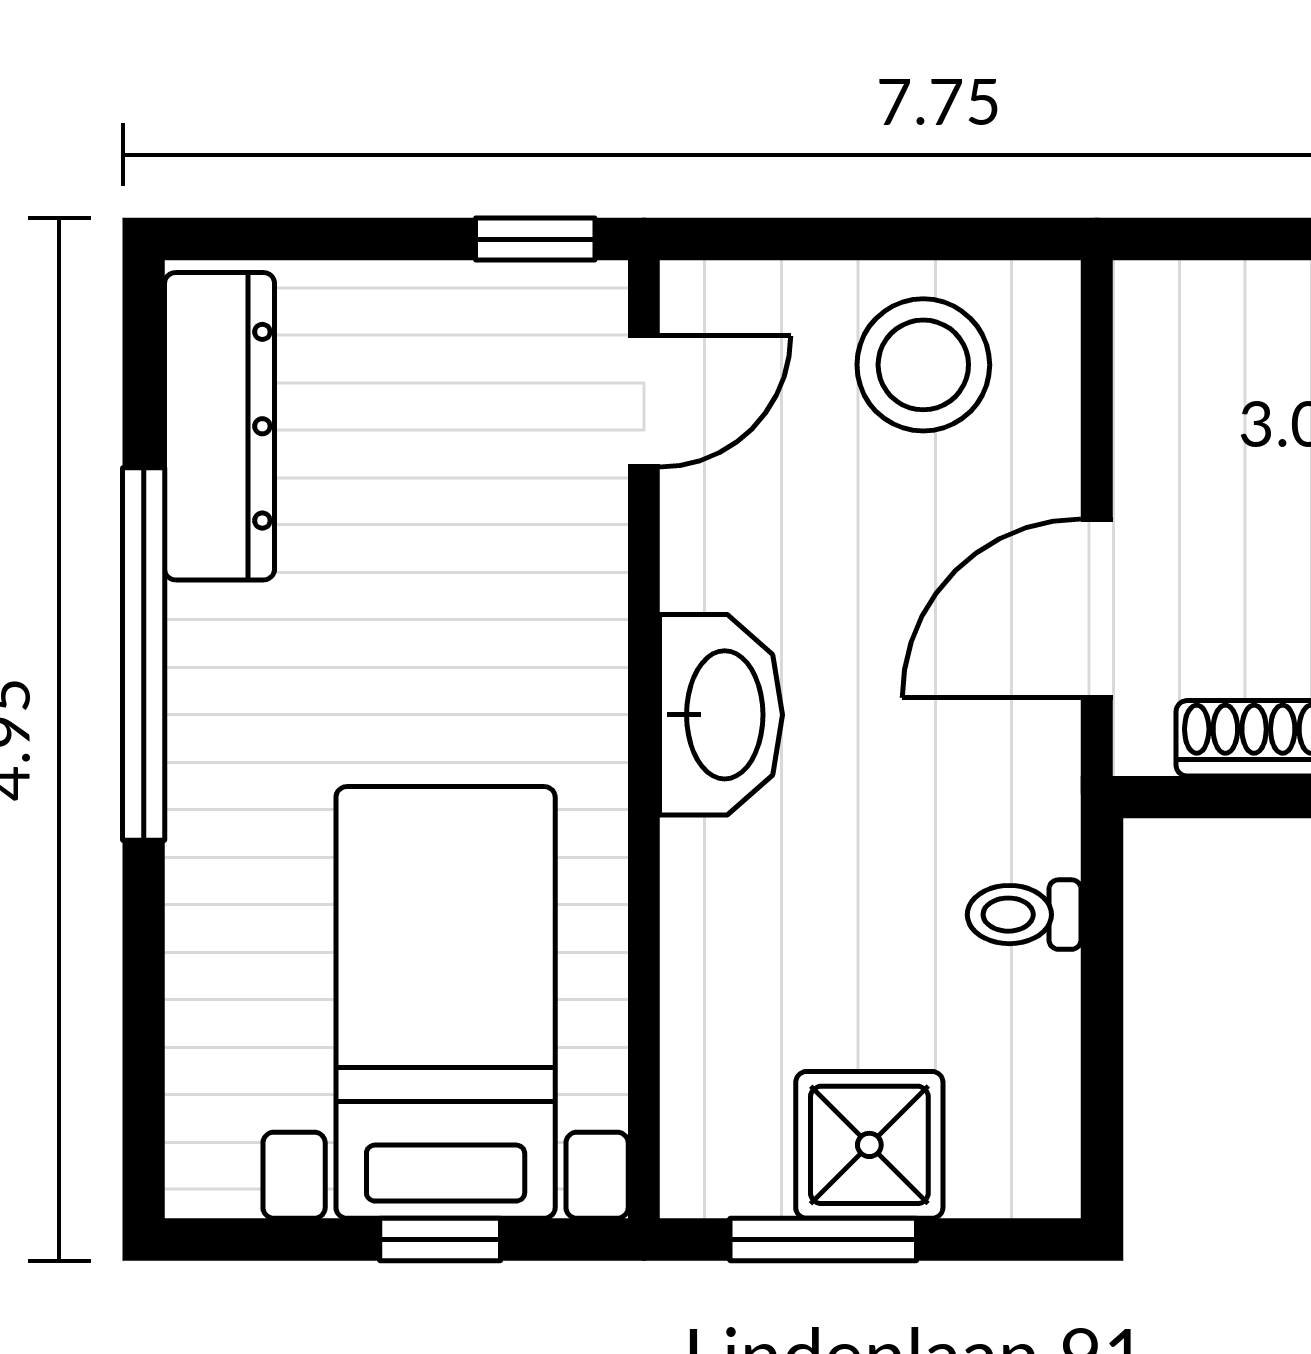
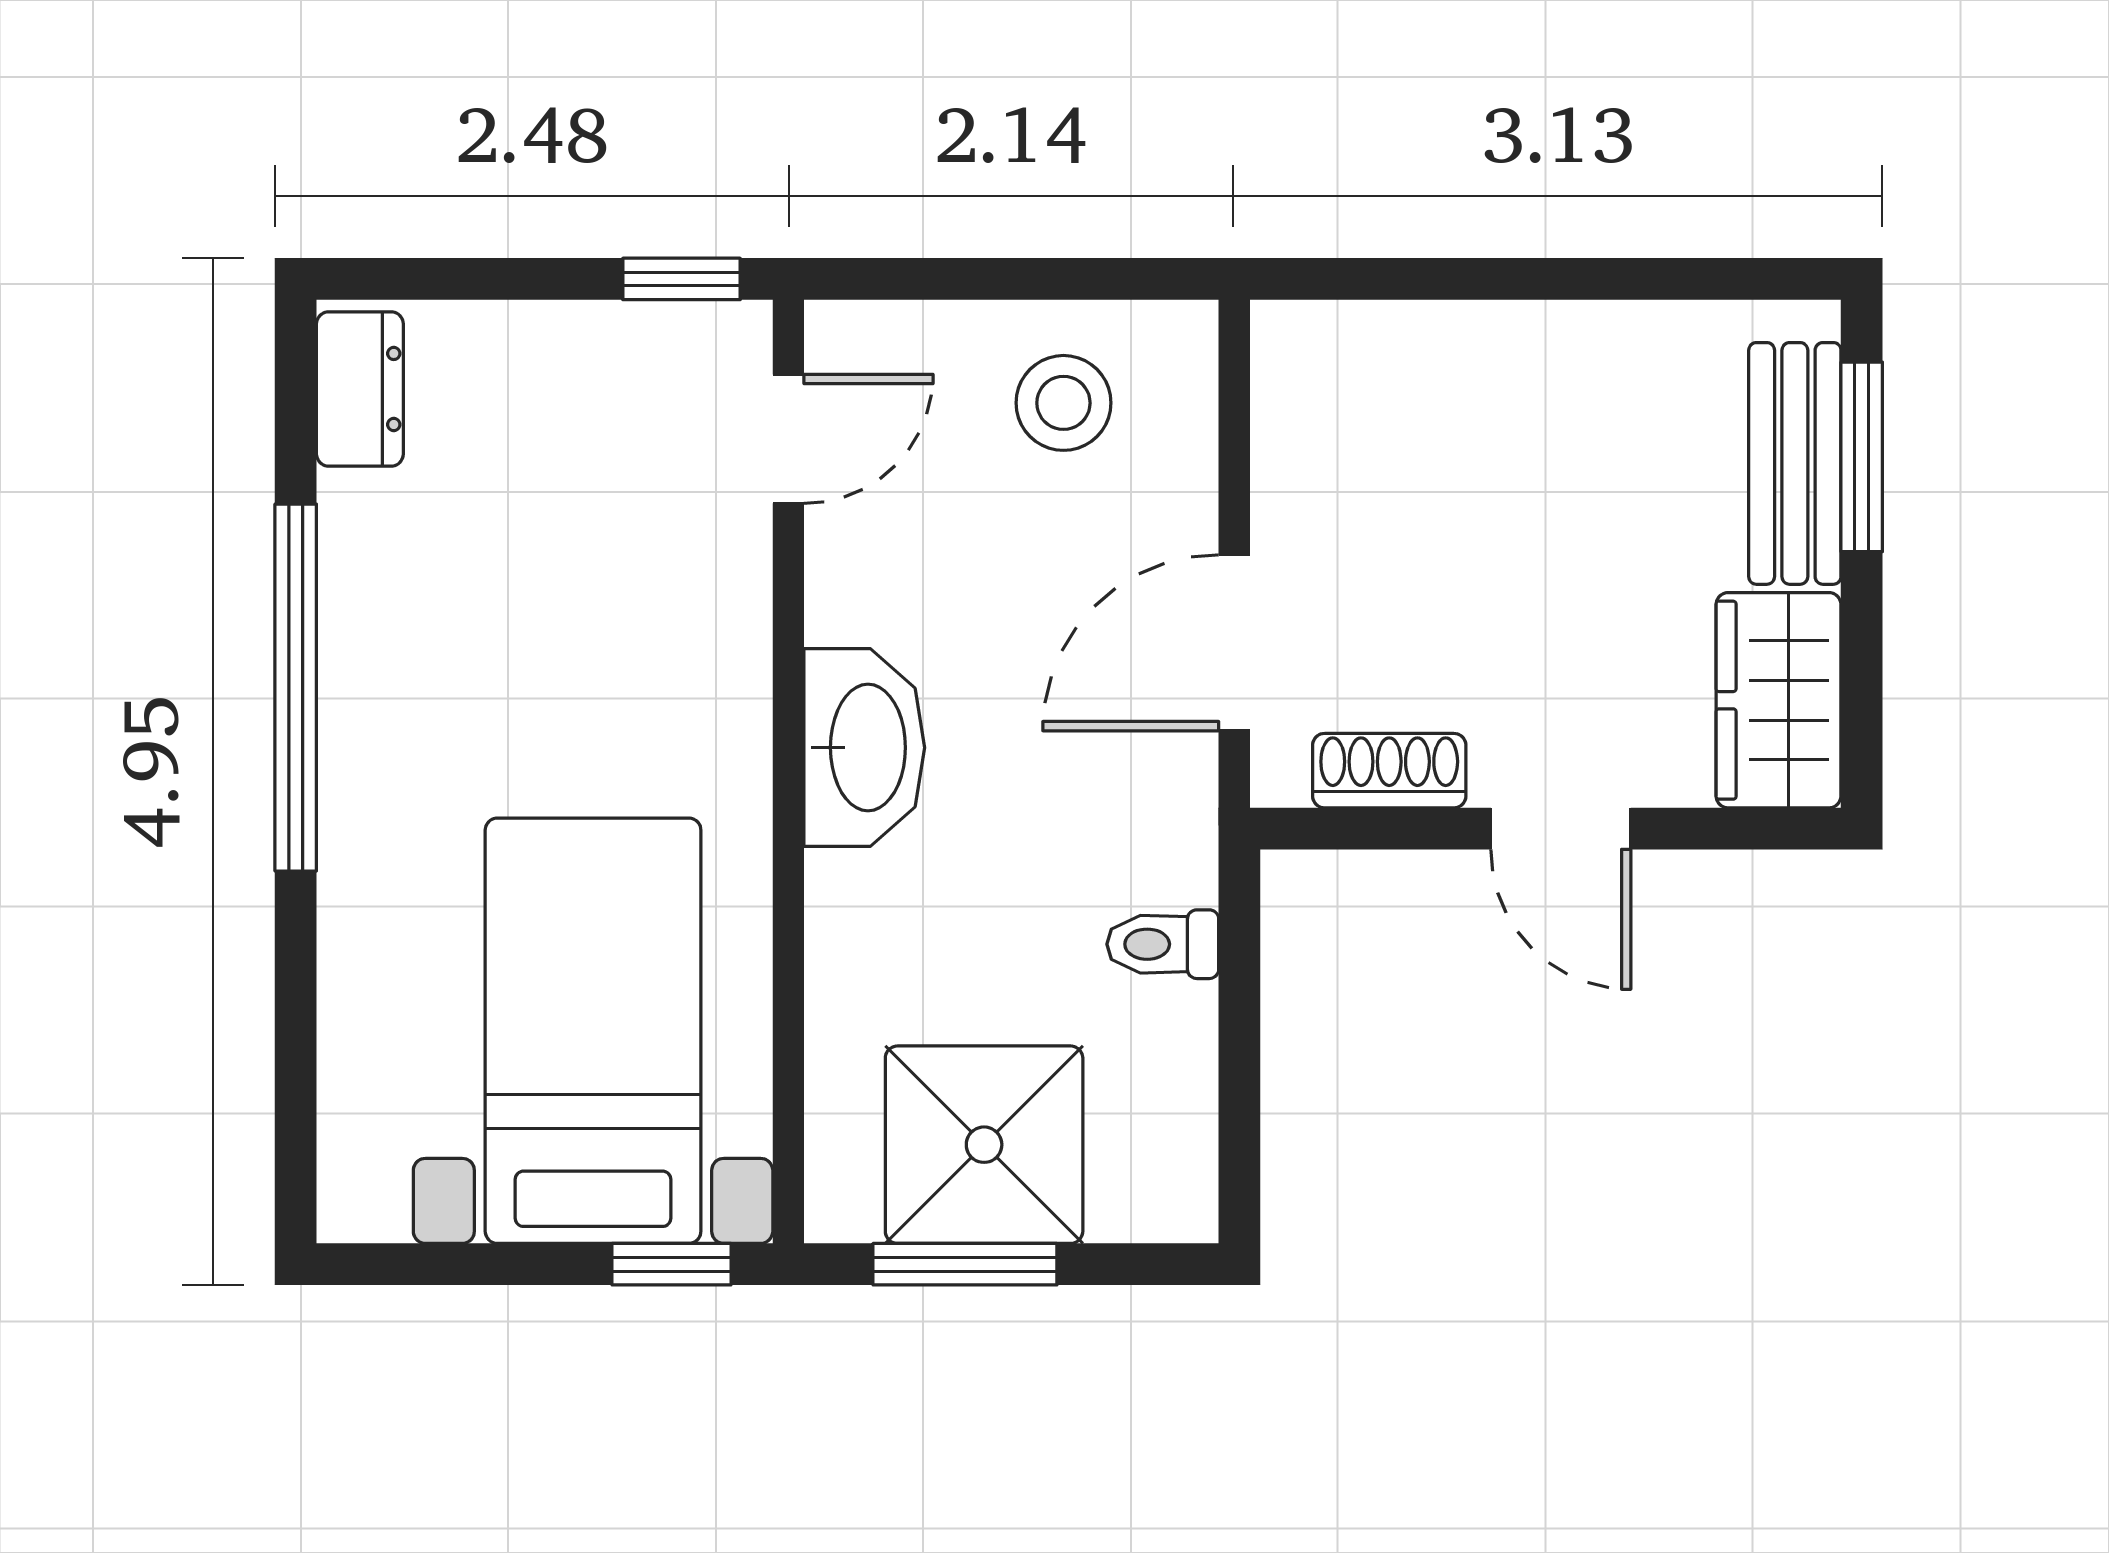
stool: (923, 365) -> (1063, 403), width x0.73, depth x0.73
dresser: (220, 426) -> (360, 389), width x0.51, depth x0.80
shower: (869, 1145) -> (984, 1145), width x1.36, depth x1.36
window: (440, 1239) -> (672, 1264), moved

